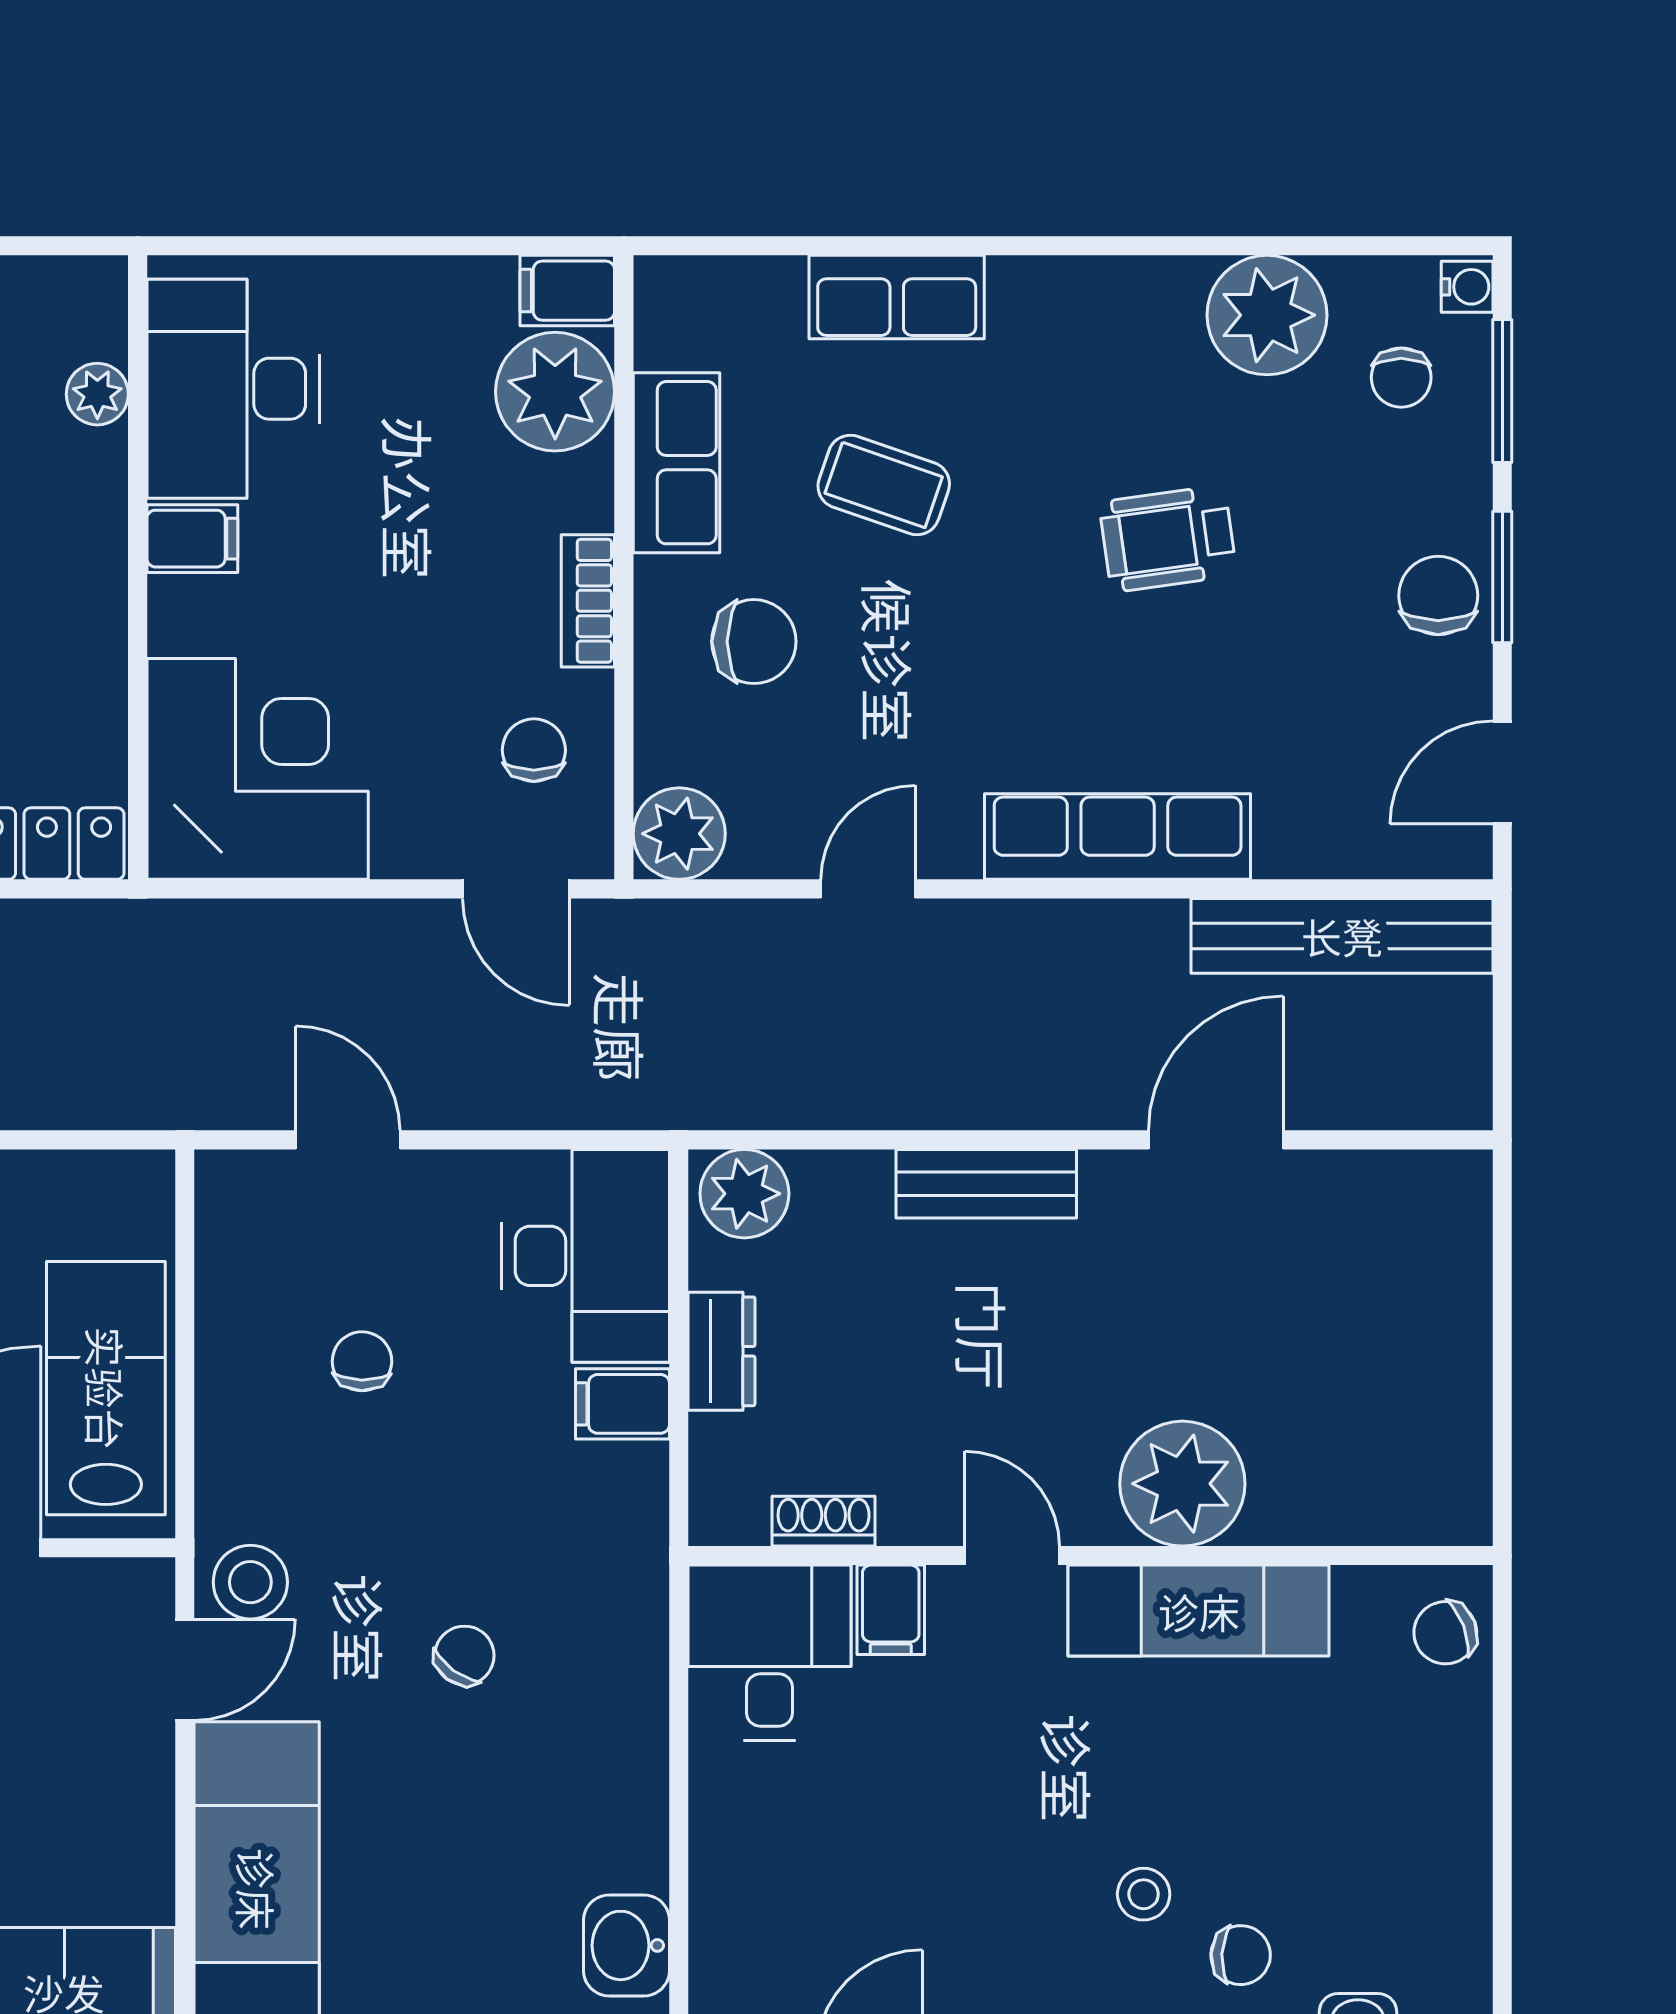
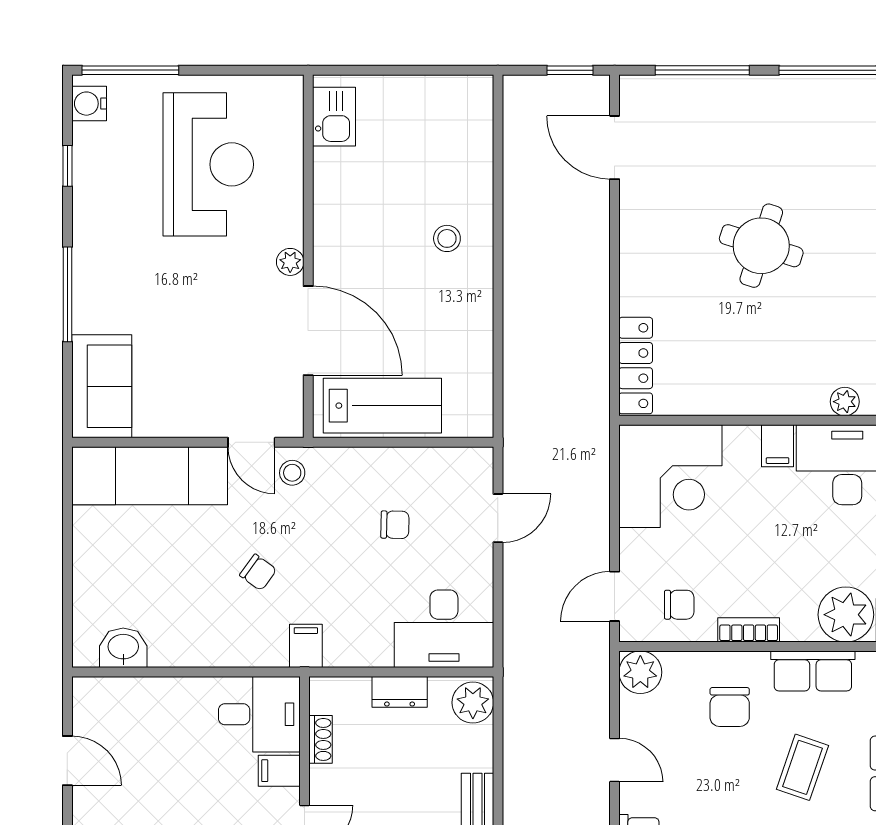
filing cabinet: (622, 1404) -> (306, 646), moved
stool: (250, 1582) -> (292, 473), width x0.73, depth x0.73

